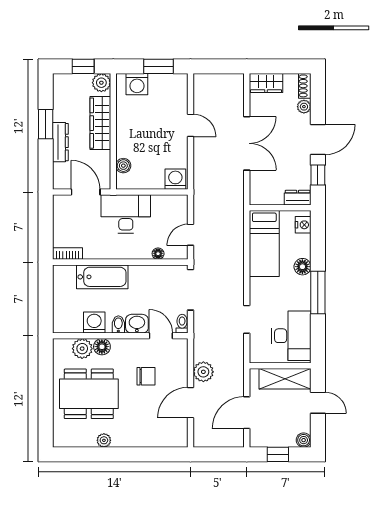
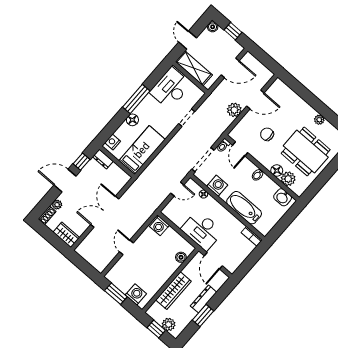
plant: (101, 83) -> (169, 324), moved
washing machine: (94, 323) -> (217, 186), moved, turned 180
washbasin: (137, 324) -> (283, 197), moved

